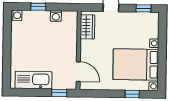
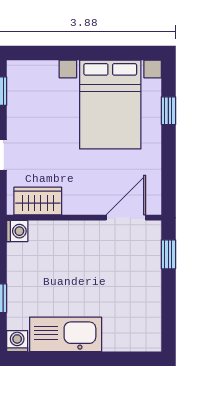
washing machine: (56, 16) -> (17, 231), moved
kitchen sink: (33, 80) -> (66, 334), moved, turned 90

